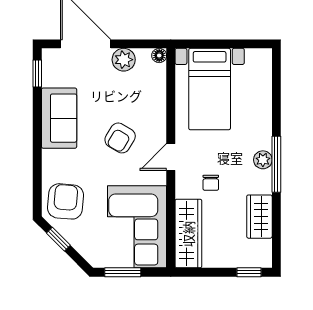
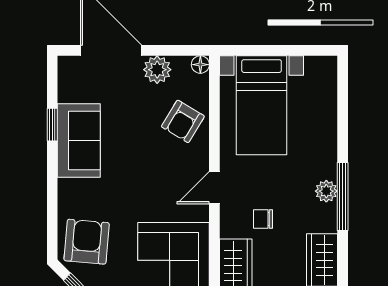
window: (37, 74) -> (52, 125), moved
armchair: (120, 138) -> (183, 121), moved
chair: (211, 183) -> (263, 219), turned 90

